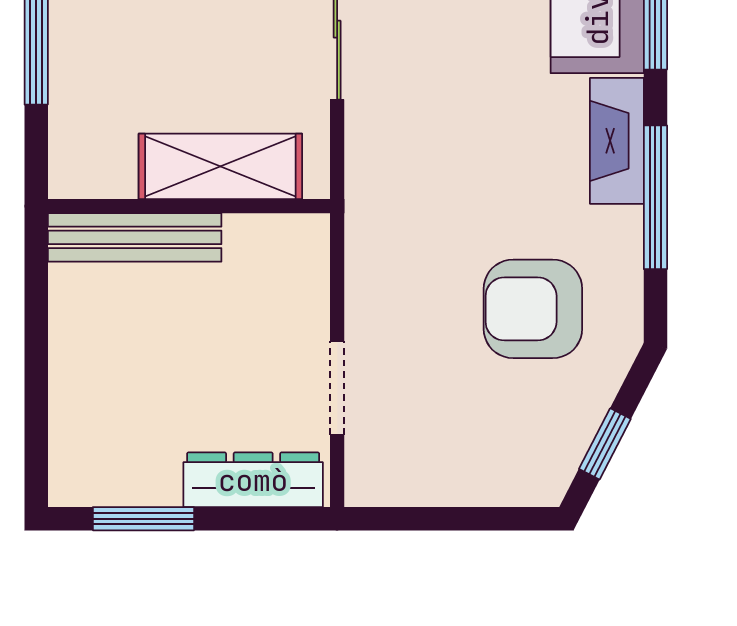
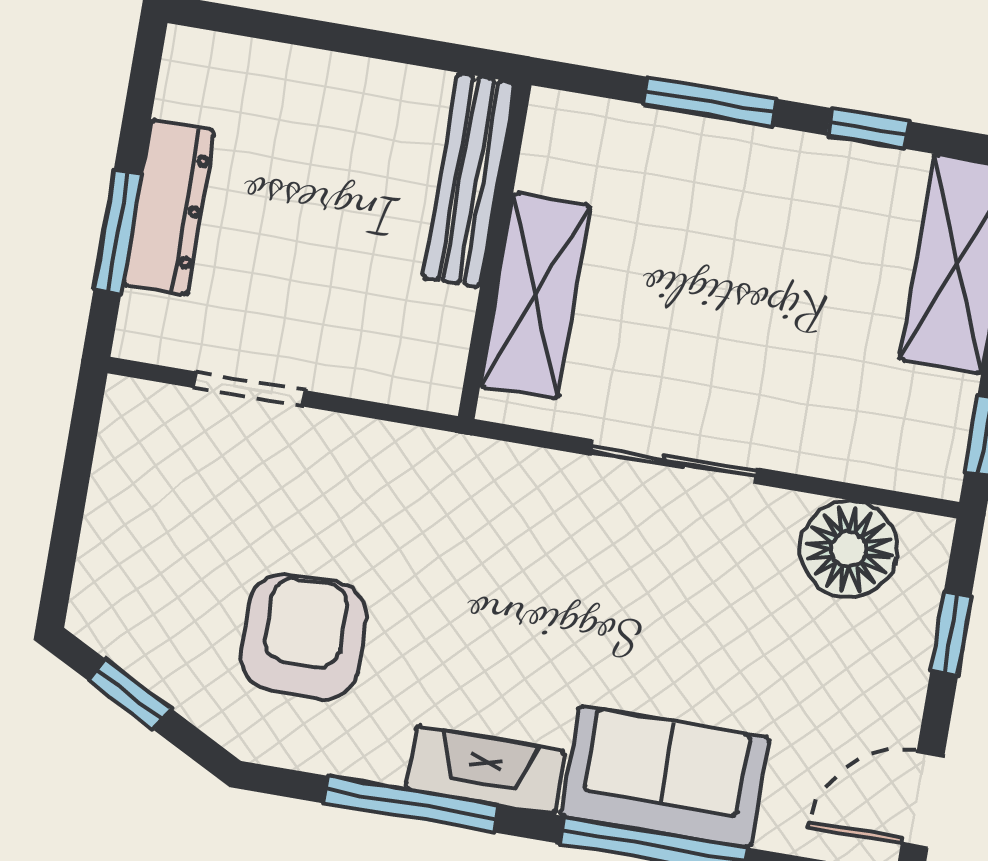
dresser: (253, 480) -> (169, 208), moved
window: (143, 519) -> (118, 232), moved

